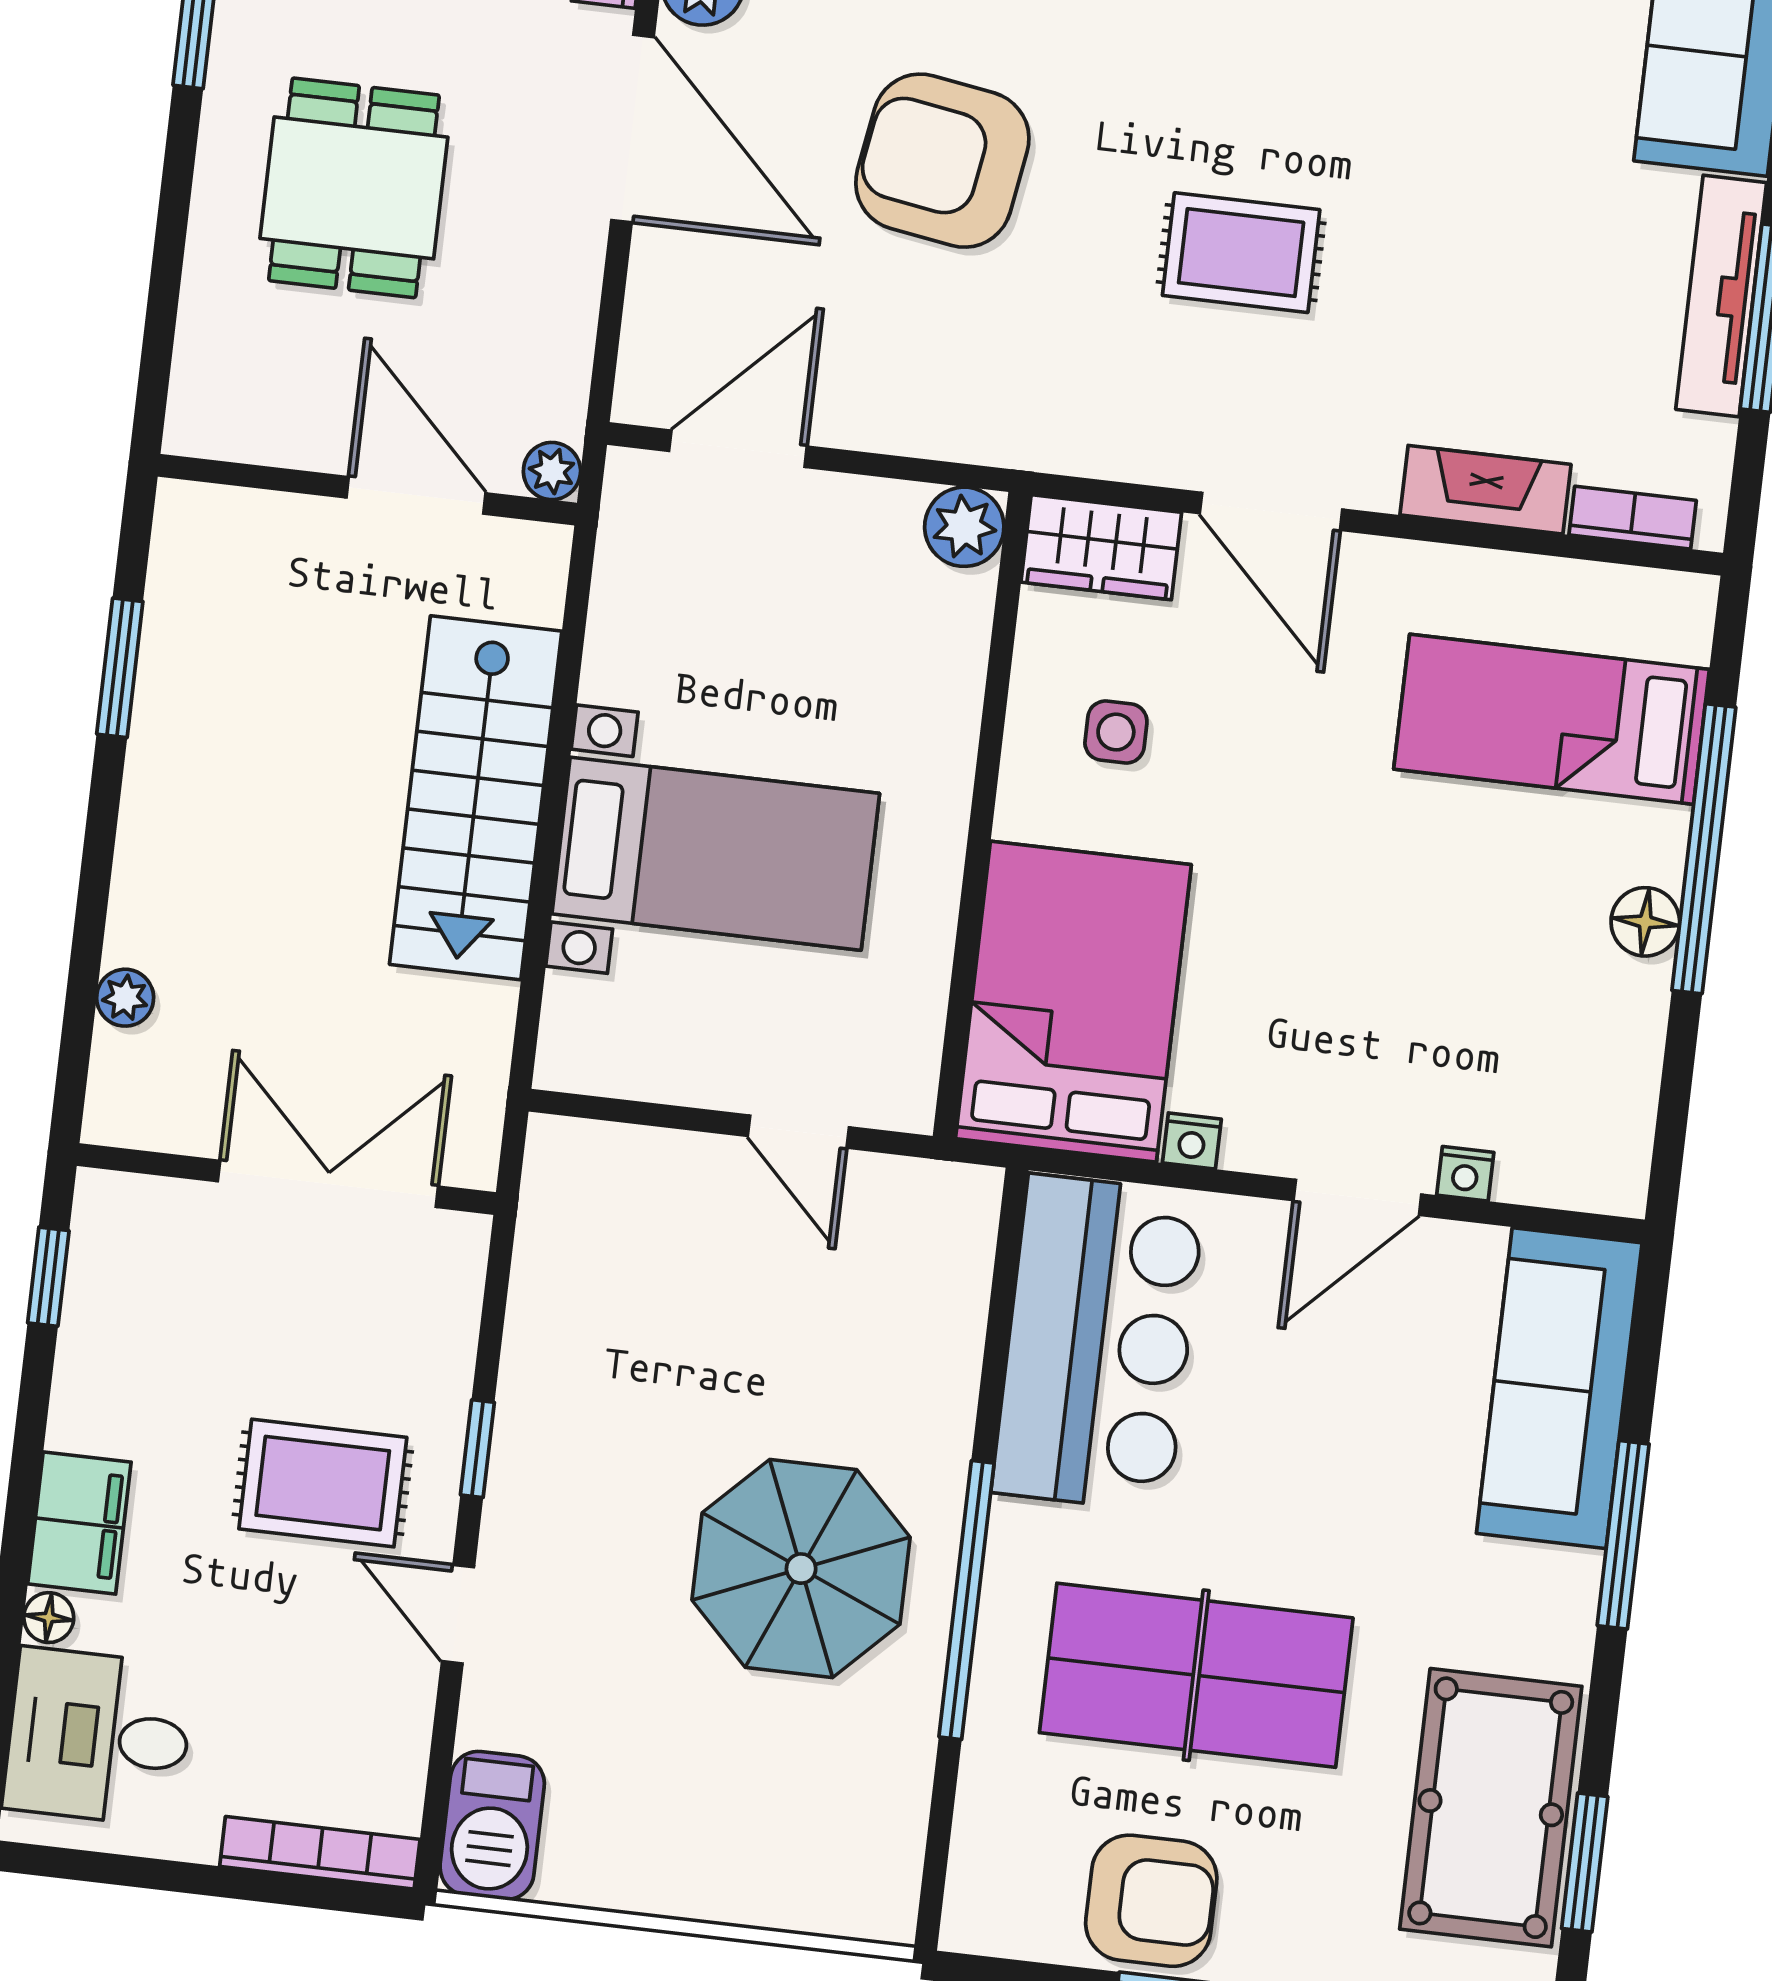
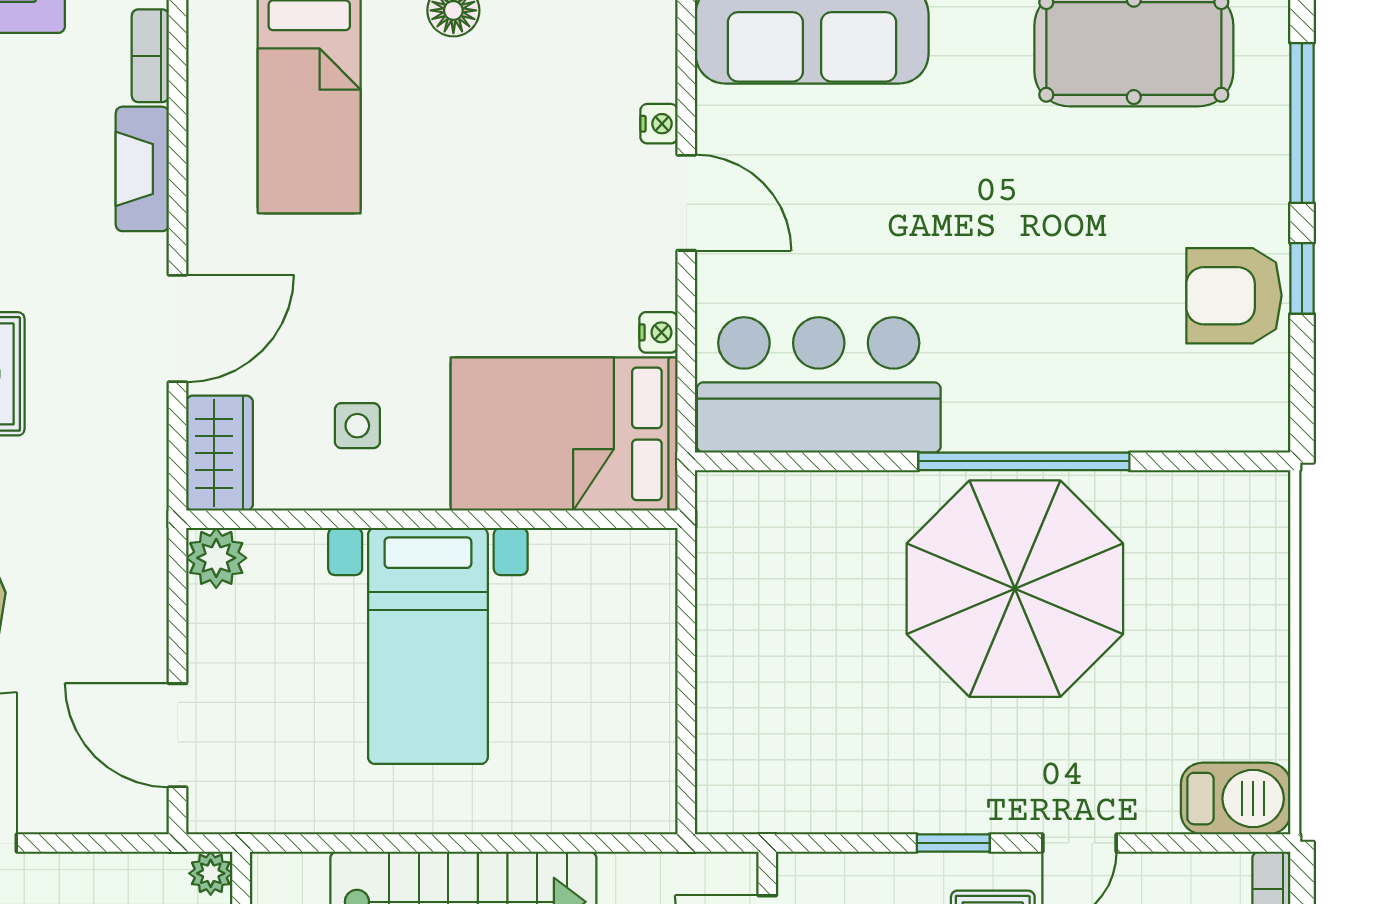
bed with nightstands: (716, 854) -> (428, 646), moved, turned 180
door: (798, 1132) -> (686, 629), removed
parasol: (801, 1569) -> (1015, 589), width x1.36, depth x1.36
table tennis table: (1196, 1675) -> (1060, 282), removed
armchair: (1151, 1901) -> (1234, 296), turned -90

